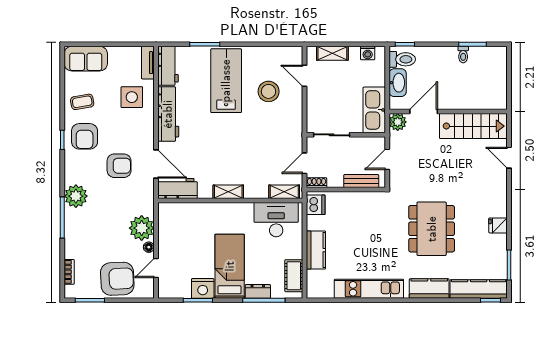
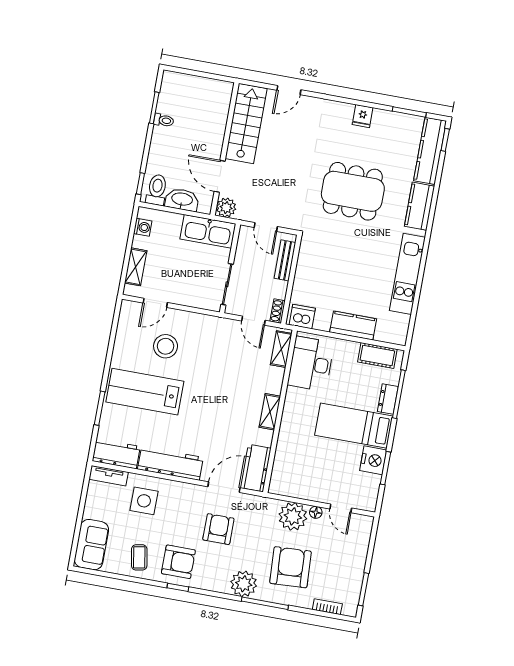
armchair: (117, 279) -> (291, 567), moved

